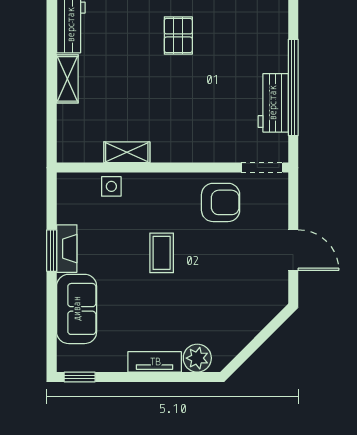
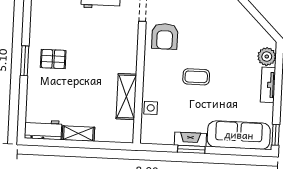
shelving: (127, 152) -> (126, 97), width x1.50, depth x1.33
armchair: (221, 202) -> (165, 36), turned 180
sofa: (77, 309) -> (239, 135), width x1.36

